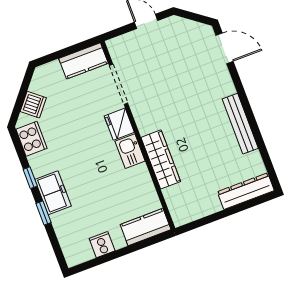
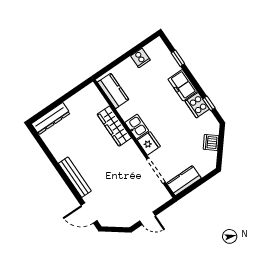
bench: (240, 124) -> (75, 177), moved
cooker: (31, 139) -> (197, 105), moved
window: (30, 178) -> (209, 103), moved
window: (44, 213) -> (178, 58), moved
kitchen counter: (146, 227) -> (113, 91), moved, turned -90

